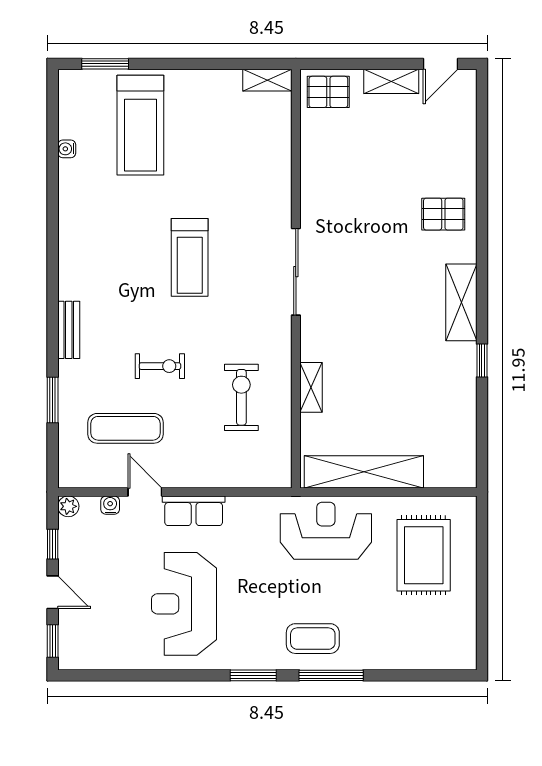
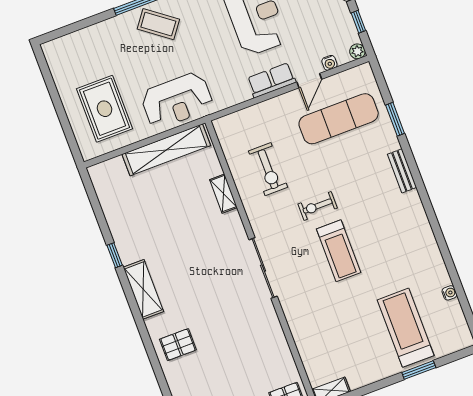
window: (105, 64) -> (419, 370), moved
treadmill: (190, 257) -> (339, 251), turned 180
exercise bike: (160, 366) -> (318, 206), moved
exercise mat: (126, 428) -> (339, 119), width x1.36, depth x1.45
door: (145, 492) -> (309, 81), hinge flipped
coffee table: (313, 639) -> (158, 24), turned 37

